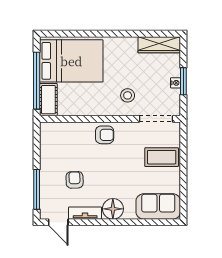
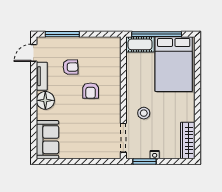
window: (183, 81) -> (144, 161), moved
armchair: (105, 135) -> (91, 91), moved
coffee table: (162, 157) -> (90, 143), removed

